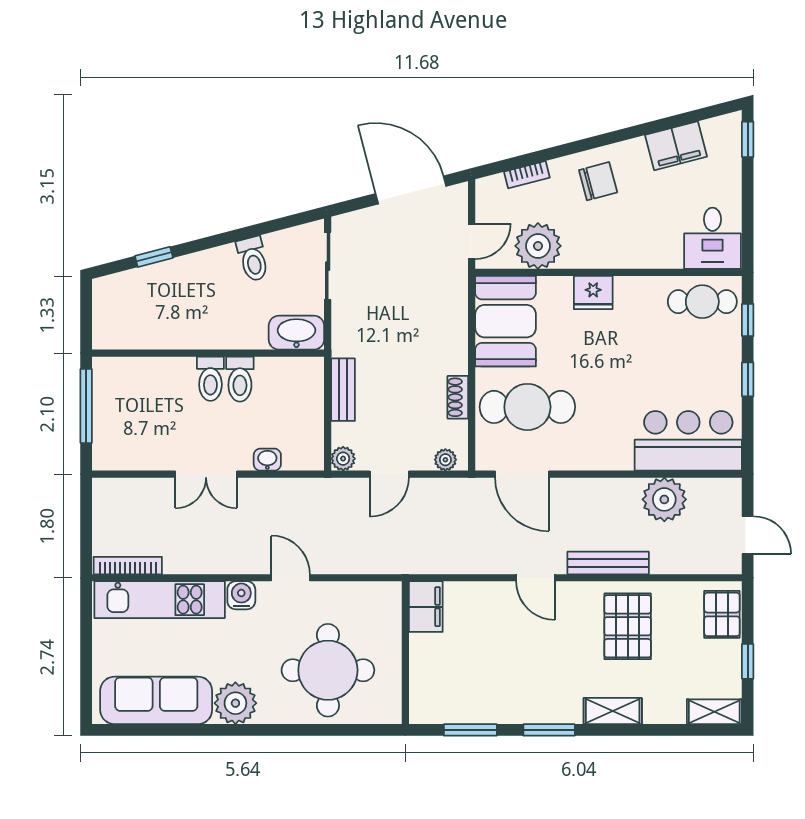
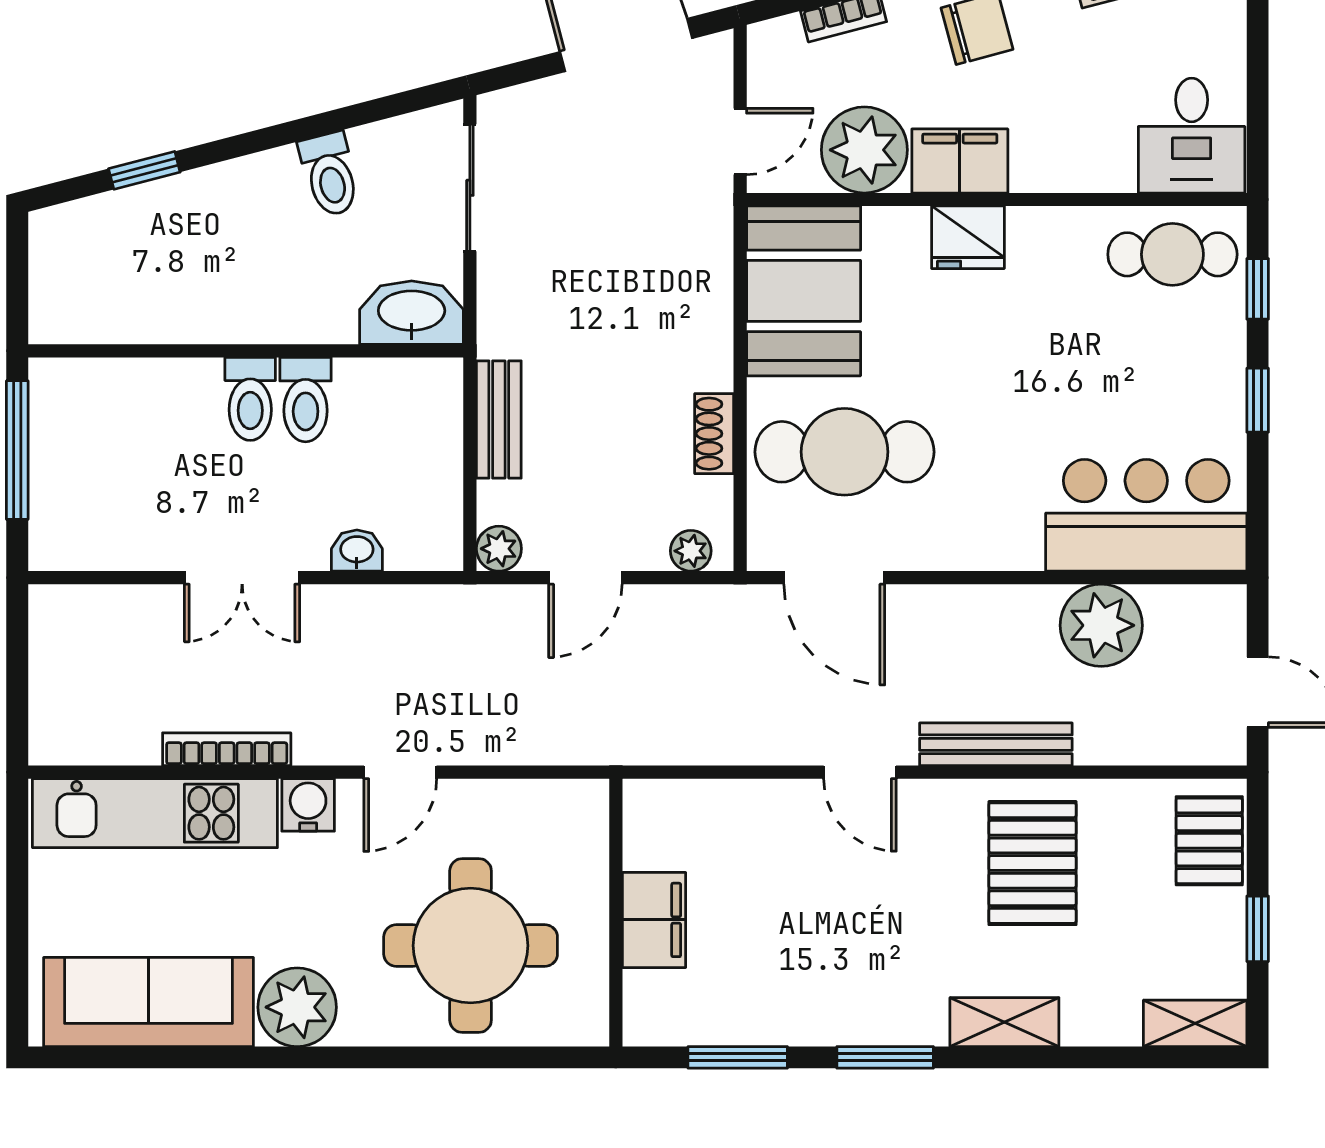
filing cabinet: (589, 252) -> (960, 161), added
bookcase: (128, 566) -> (227, 749), moved
door: (290, 578) -> (400, 772), swing flipped
filing cabinet: (426, 607) -> (654, 920), moved

